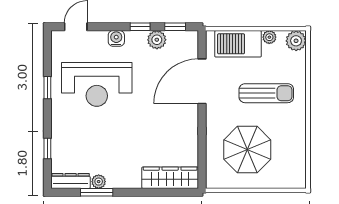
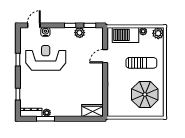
water cooler: (116, 38) -> (45, 32), moved
door: (202, 81) -> (105, 56), width x0.53
reception desk: (97, 84) -> (46, 58), turned 180
parasol: (247, 150) -> (145, 94), moved
wardrobe: (170, 178) -> (92, 111), width x0.67

